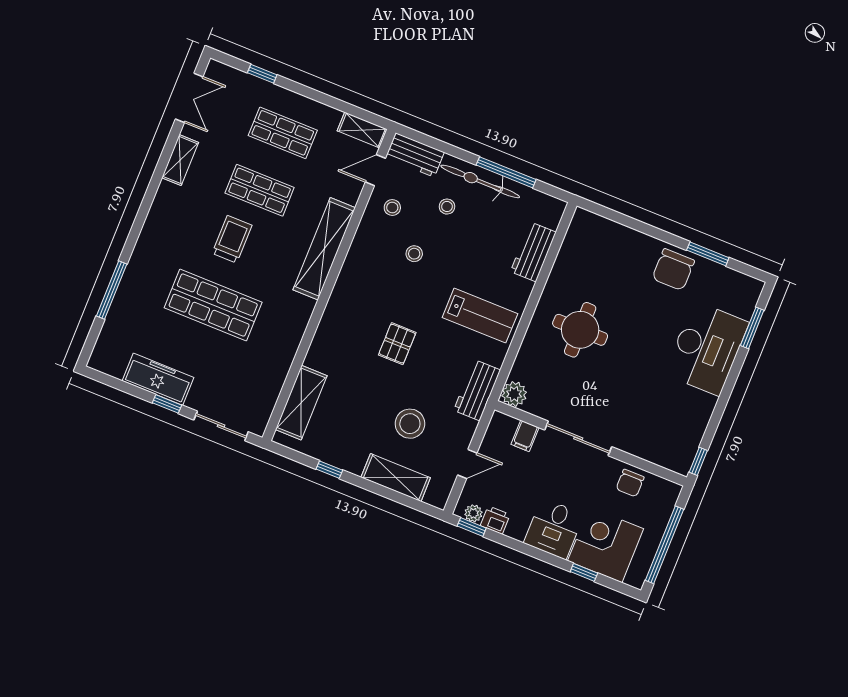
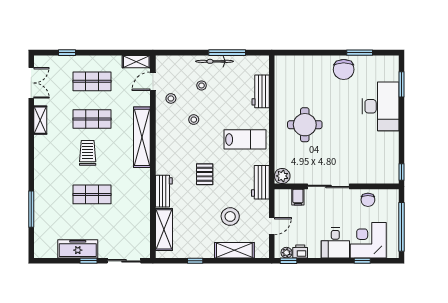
workbench: (415, 155) -> (164, 191), moved, turned -90
bicycle: (480, 181) -> (215, 61), width x0.73, depth x0.71
shop shelf: (213, 305) -> (92, 194), width x0.70, depth x0.74

